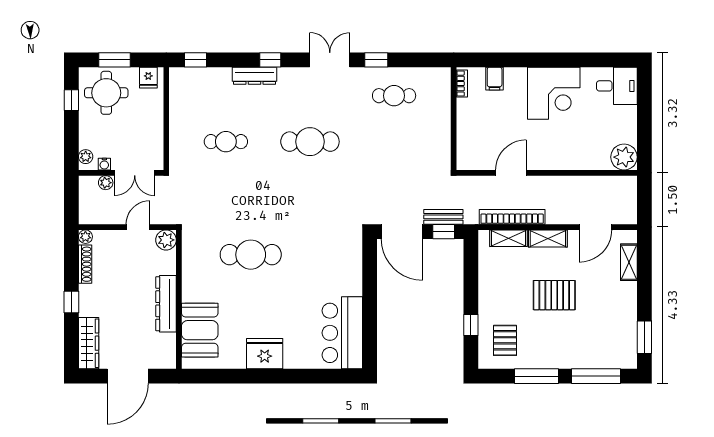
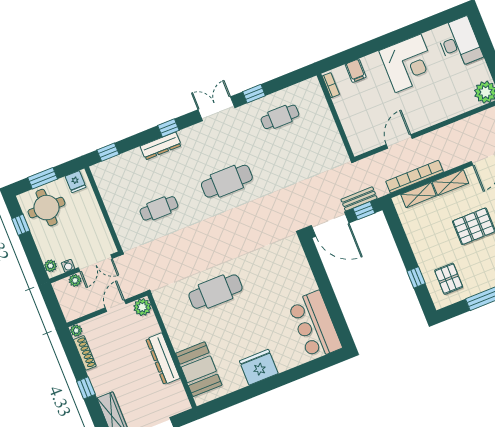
desk: (617, 86) -> (459, 43), width x1.37

